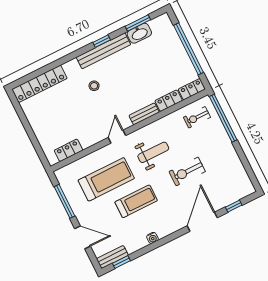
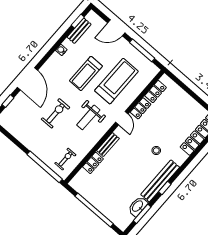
locker: (192, 89) -> (141, 108), moved
treadmill: (106, 179) -> (116, 81), turned 180
bench: (112, 257) -> (79, 31), moved

